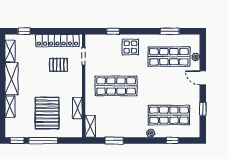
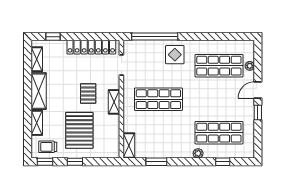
window: (113, 31) -> (155, 37), width x3.17
window: (170, 31) -> (220, 37), removed
pallet: (58, 65) -> (88, 94), moved, turned 90
door: (203, 78) -> (258, 90), hinge flipped
shelving: (77, 108) -> (114, 102), moved
window: (203, 109) -> (258, 113), moved
trolley: (19, 127) -> (48, 147), added
window: (43, 141) -> (75, 162), width x0.46

